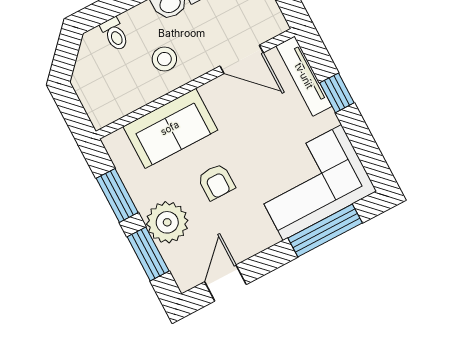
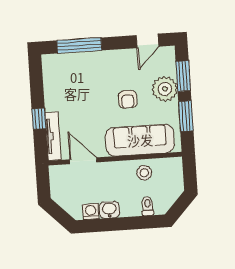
stool: (164, 59) -> (144, 173), moved
sofa: (170, 128) -> (140, 140), width x1.36
armchair: (216, 182) -> (128, 99), turned 180
corner sofa: (312, 183) -> (75, 75), removed

